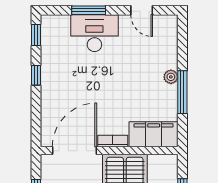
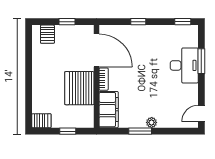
door: (142, 10) -> (201, 114), moved
window: (36, 75) -> (138, 22), moved
window: (182, 92) -> (140, 131), width x0.69

